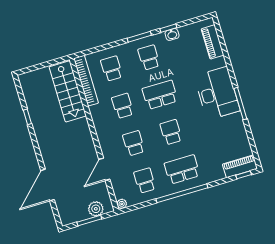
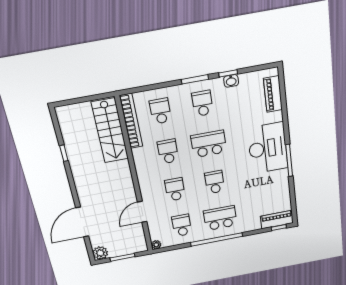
plant: (96, 209) -> (100, 253), moved

